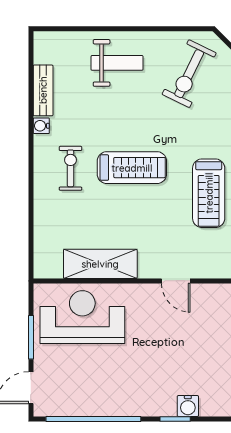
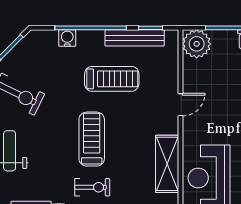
exercise bike: (71, 168) -> (92, 187), turned 180

